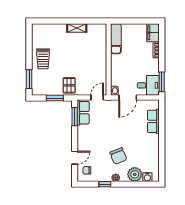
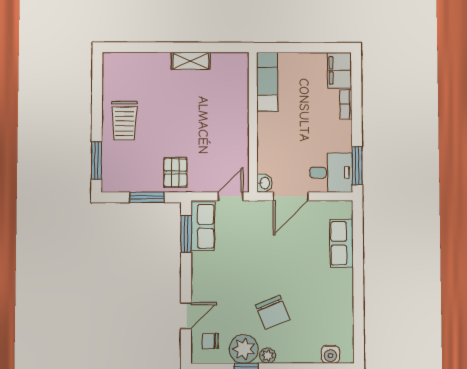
plant: (135, 174) -> (244, 349), moved

